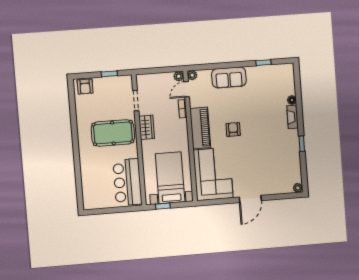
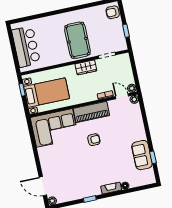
sofa: (229, 77) -> (142, 155), moved
bar counter: (127, 182) -> (26, 47), moved, turned 90
door: (250, 199) -> (43, 186), moved

